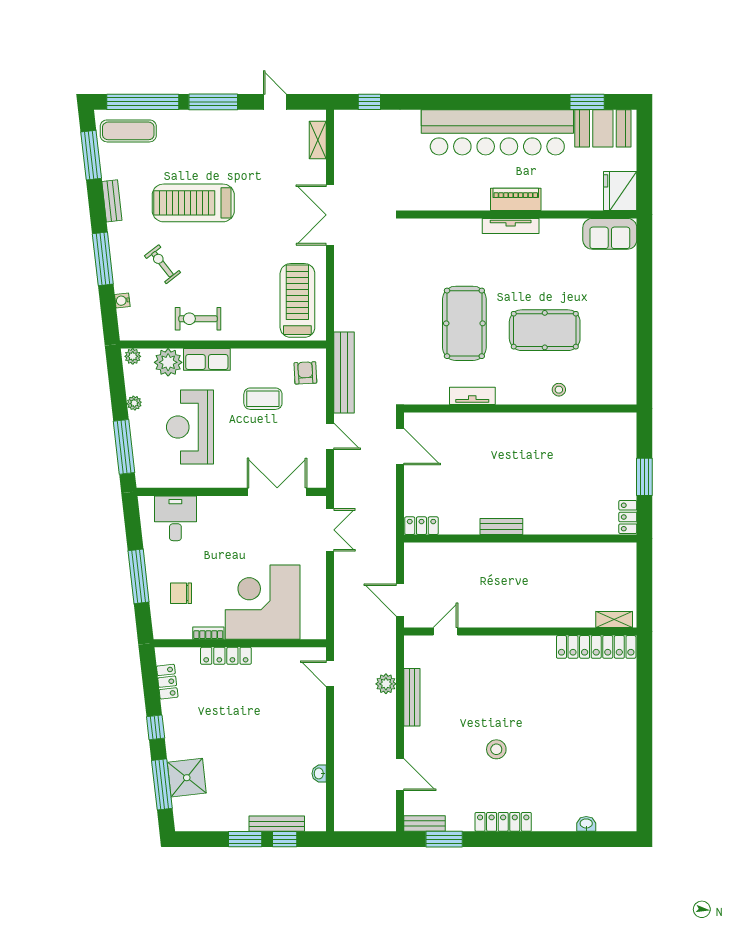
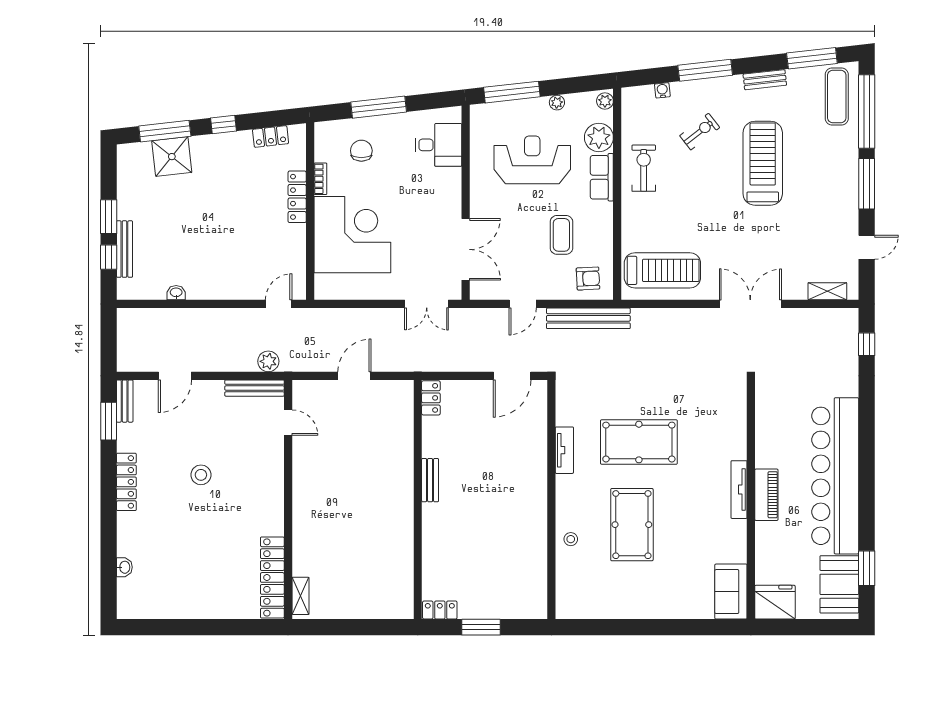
shelving: (614, 619) -> (301, 596), moved
door: (445, 632) -> (288, 423), moved
wall: (520, 632) -> (288, 499), moved
locker: (596, 647) -> (272, 577), moved

